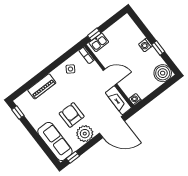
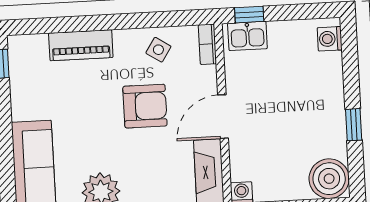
washing machine: (145, 45) -> (330, 39), moved
door: (110, 77) -> (223, 117), swing flipped
armchair: (72, 115) -> (145, 106), moved, turned 90

